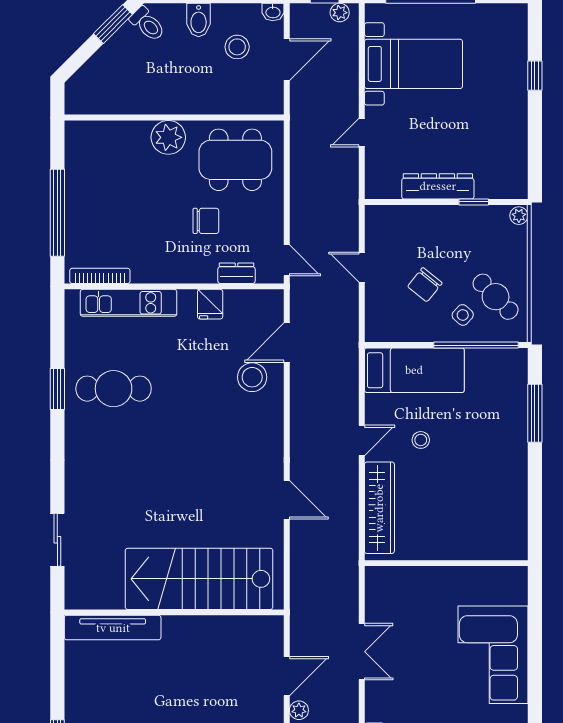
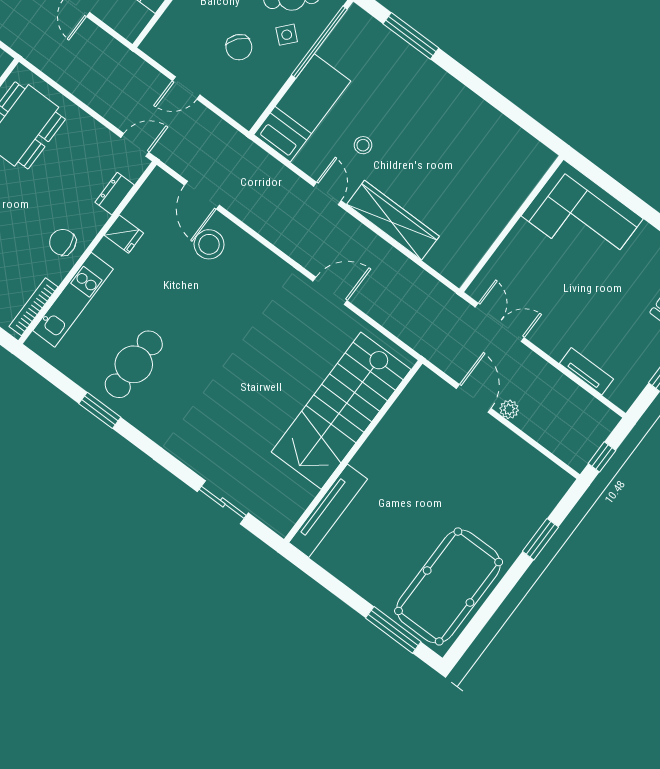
chair: (206, 221) -> (63, 242), moved, turned -97
wall: (446, 563) -> (511, 224), moved

